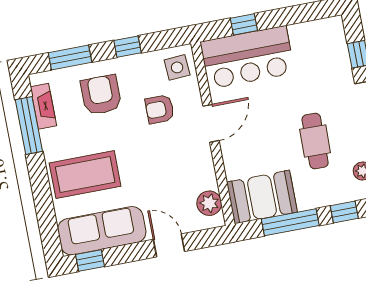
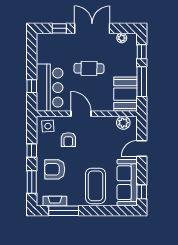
cafe table: (315, 141) -> (89, 68), moved

